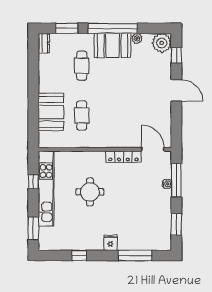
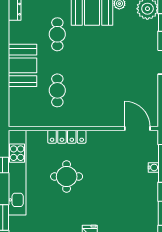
booth: (51, 112) -> (23, 65), moved
locker: (123, 157) -> (67, 137), moved

